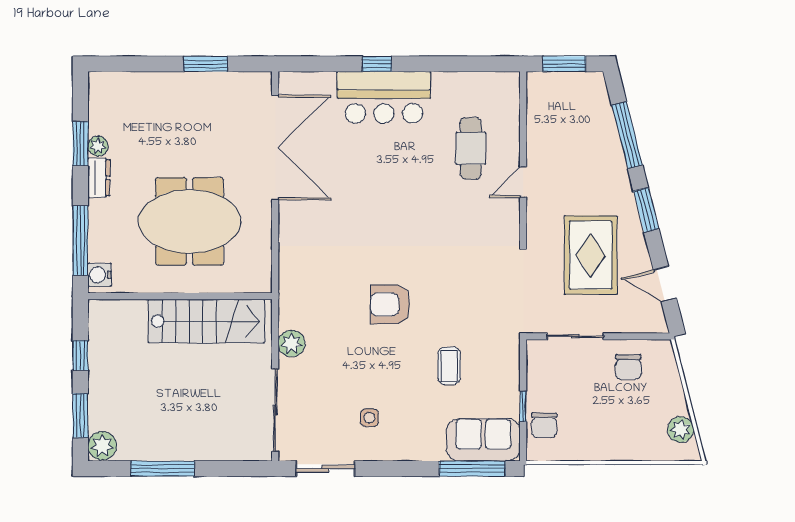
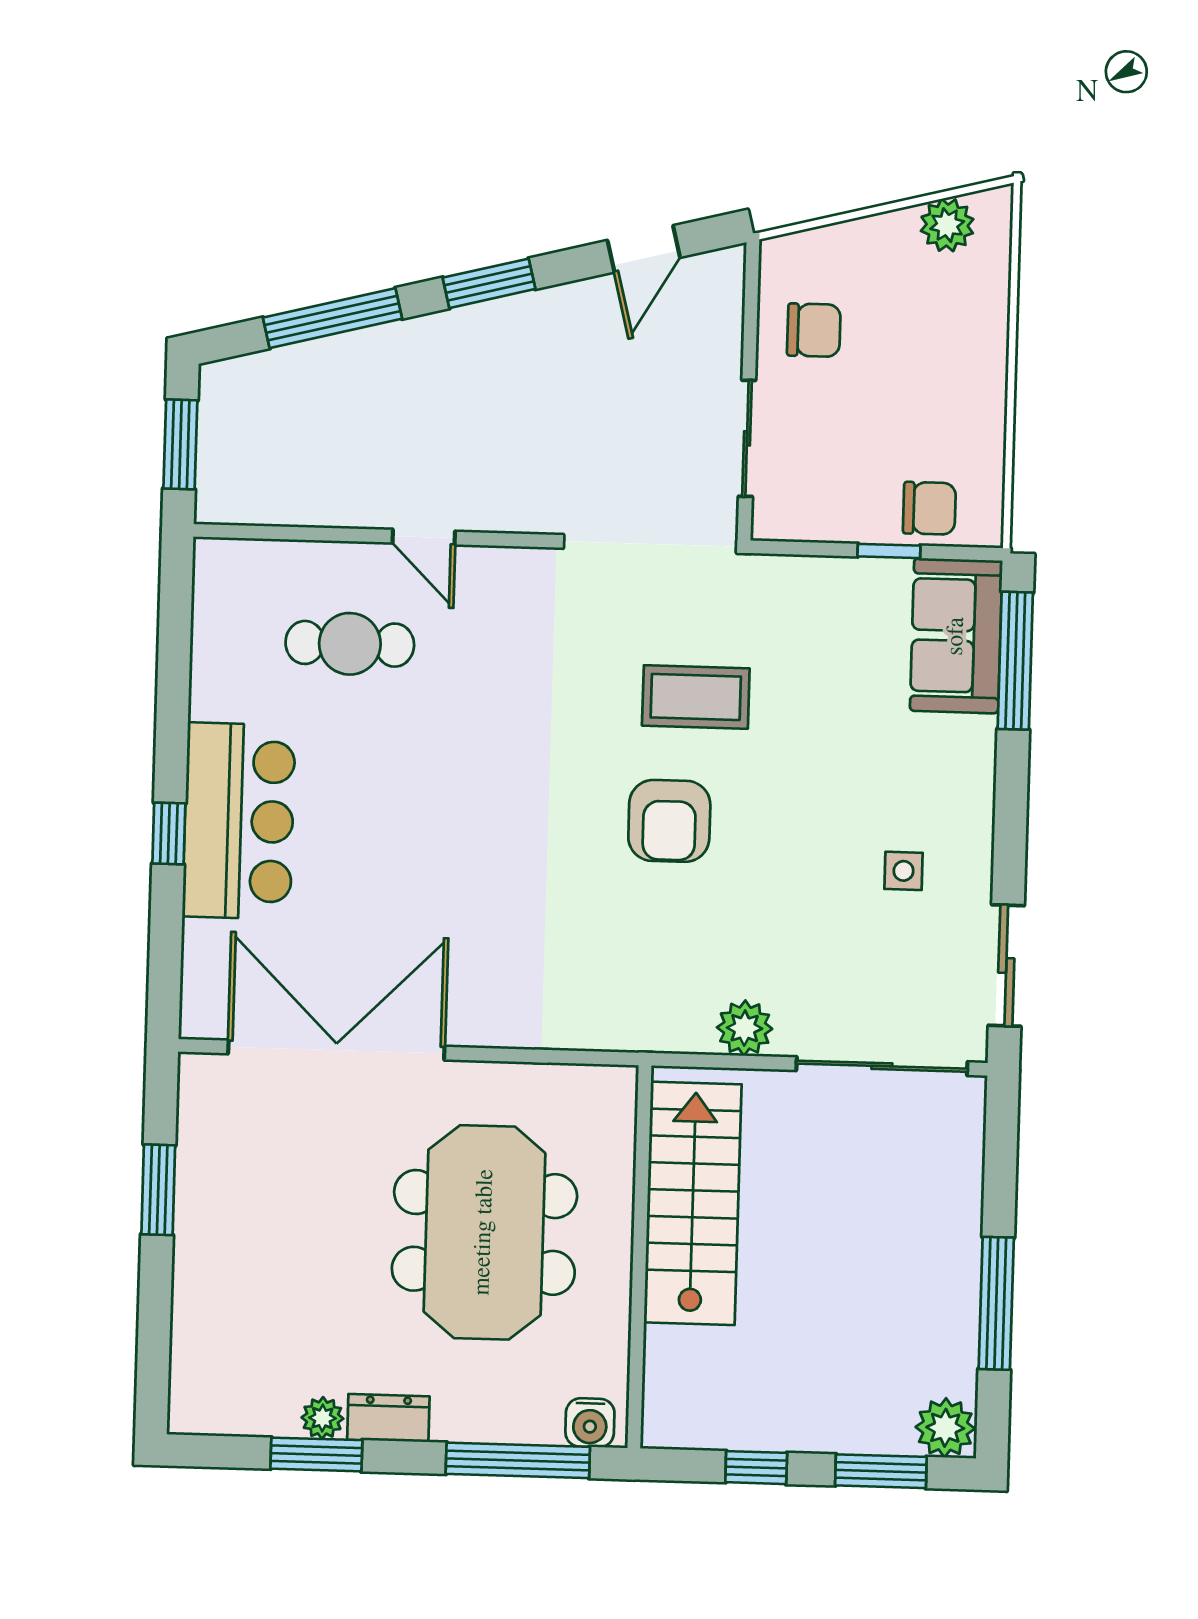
rug: (591, 255) -> (579, 401), removed
coffee table: (449, 366) -> (696, 697), moved, width x1.36, depth x1.30

